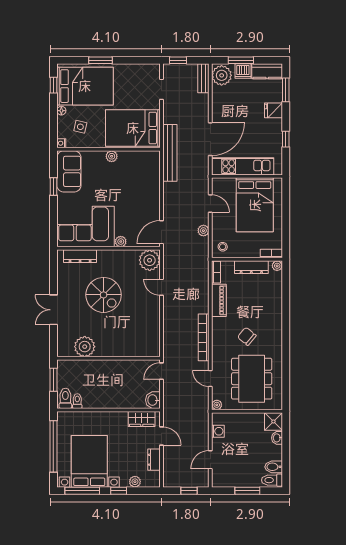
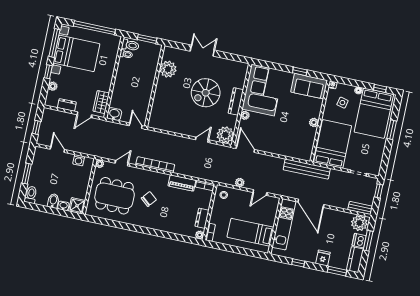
bed: (255, 205) -> (250, 232), width x0.67
dresser: (80, 256) -> (236, 101), moved
dresser: (251, 267) -> (202, 218), width x0.70
bidet: (274, 467) -> (53, 201), moved

